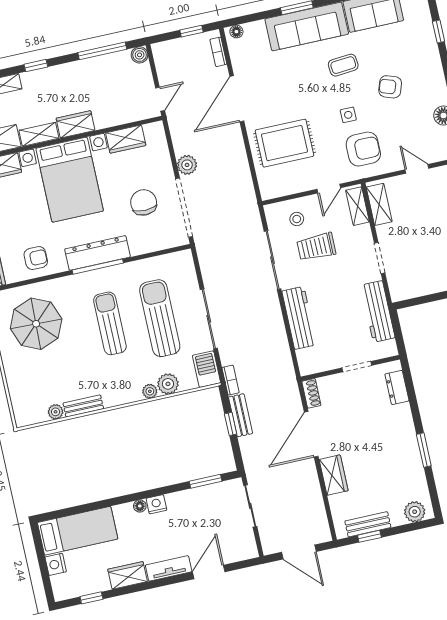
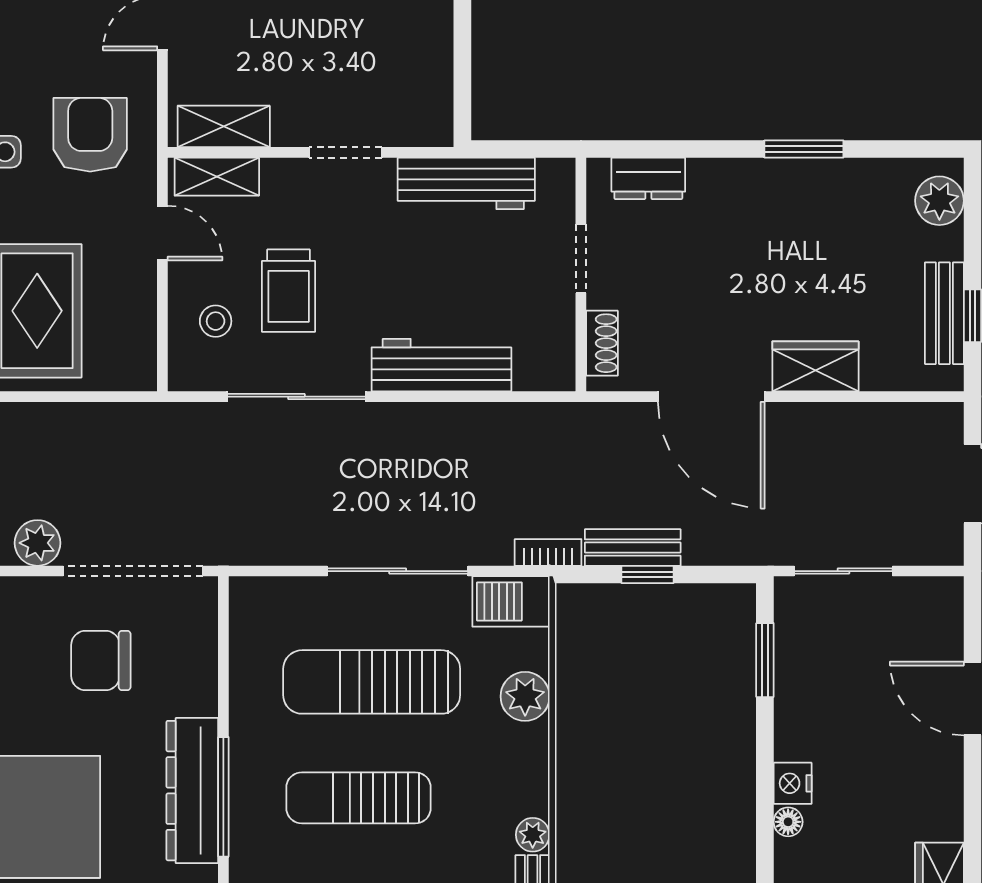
plant: (150, 391) -> (533, 835), moved
shoe rack: (311, 393) -> (602, 343), moved, turned 90
tv unit: (169, 568) -> (944, 788), removed

